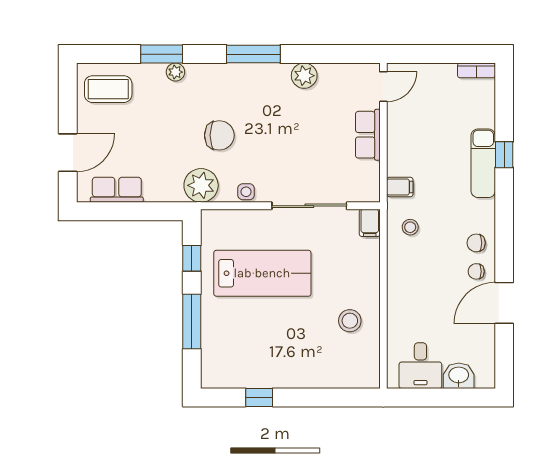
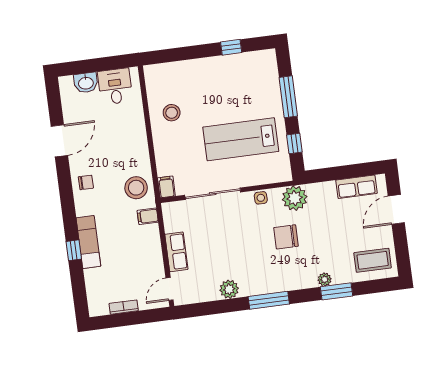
bookcase: (476, 70) -> (124, 307), moved
stool: (410, 227) -> (136, 188), width x1.89, depth x1.89
chair: (476, 271) -> (83, 161), removed

